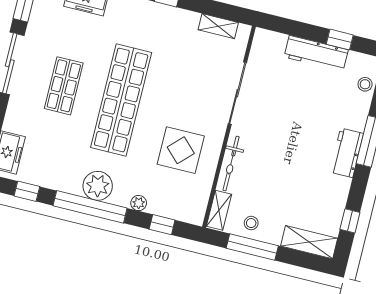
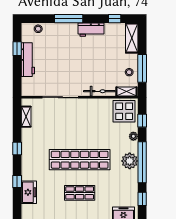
display table: (181, 150) -> (124, 111), moved
workbench: (347, 153) -> (91, 30), moved

